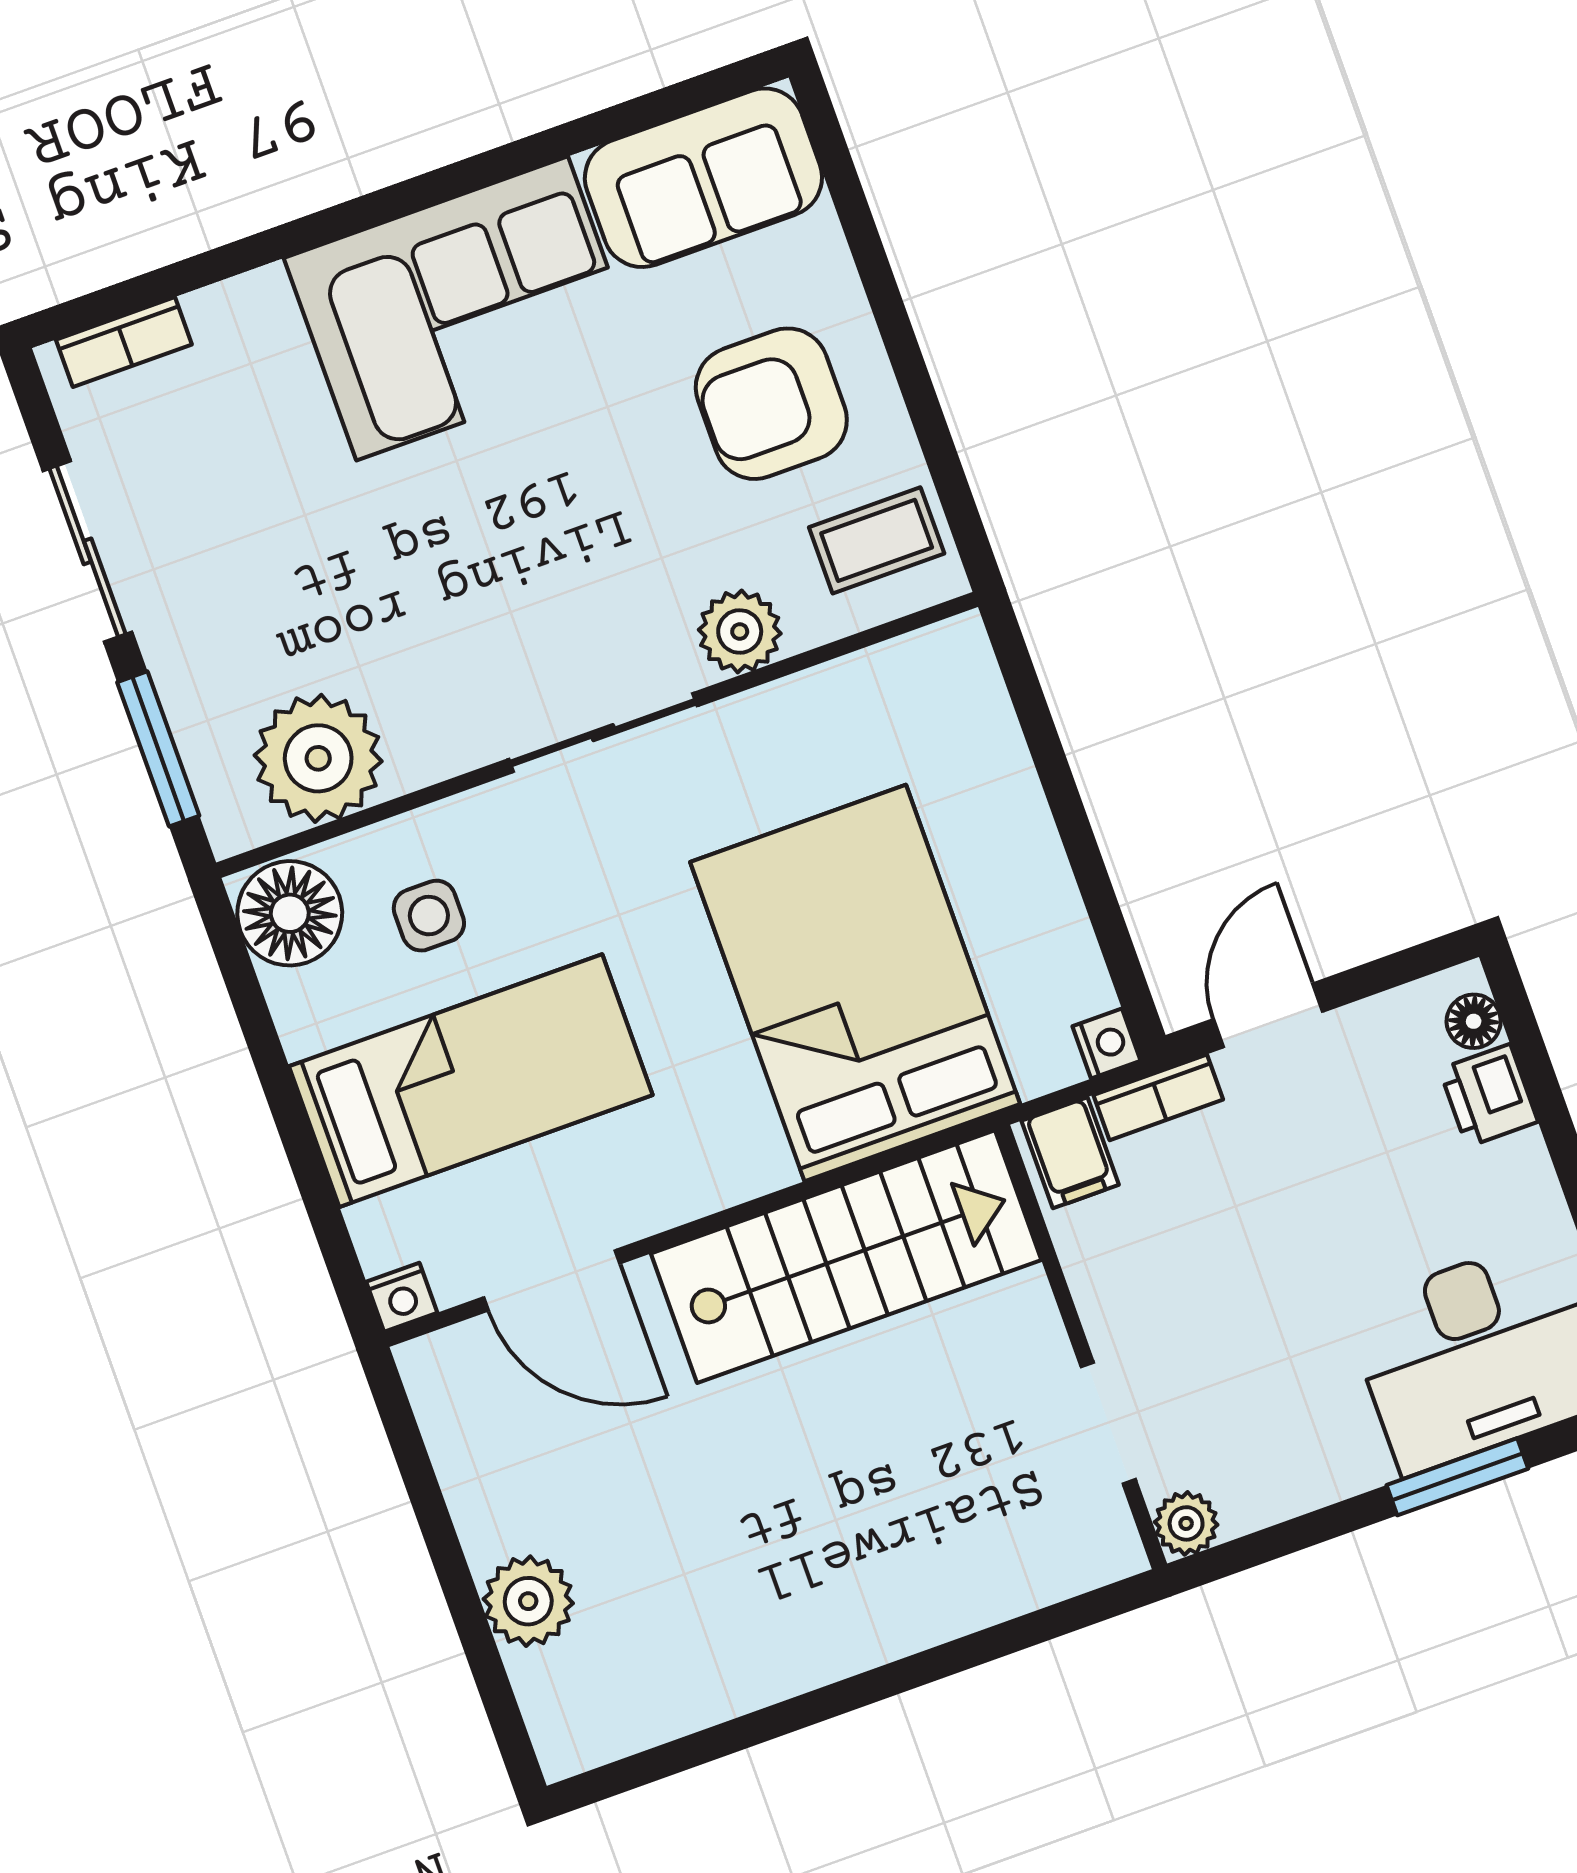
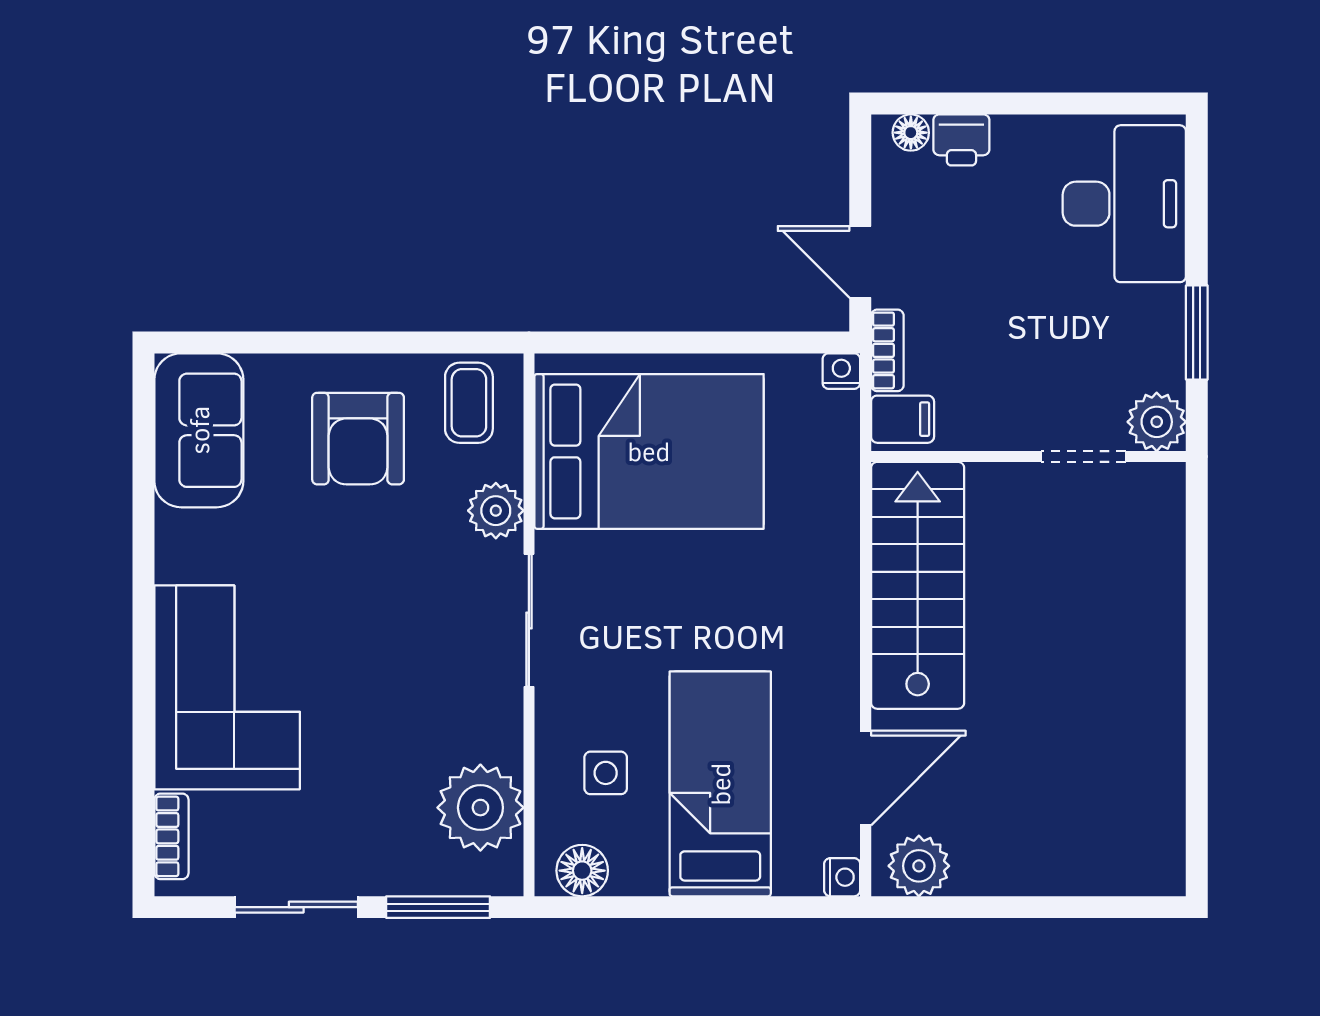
corner sofa: (462, 308) -> (227, 687), moved
floor lamp: (290, 913) -> (582, 871), width x0.73, depth x0.73
bed: (855, 983) -> (649, 451), moved, turned 180
window: (1457, 1477) -> (1197, 333), moved
plant: (1186, 1523) -> (1157, 422), width x1.38, depth x1.38
plant: (528, 1601) -> (919, 866), moved

